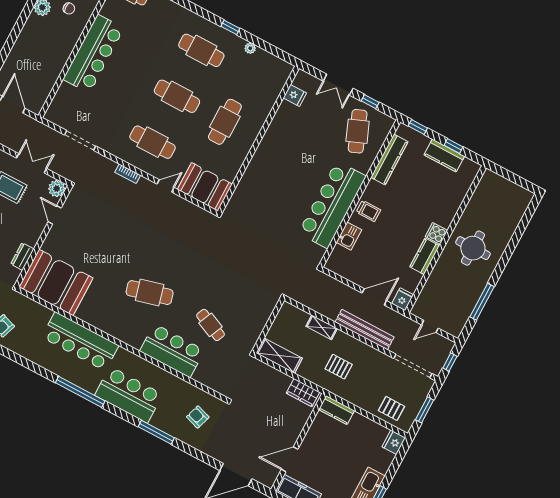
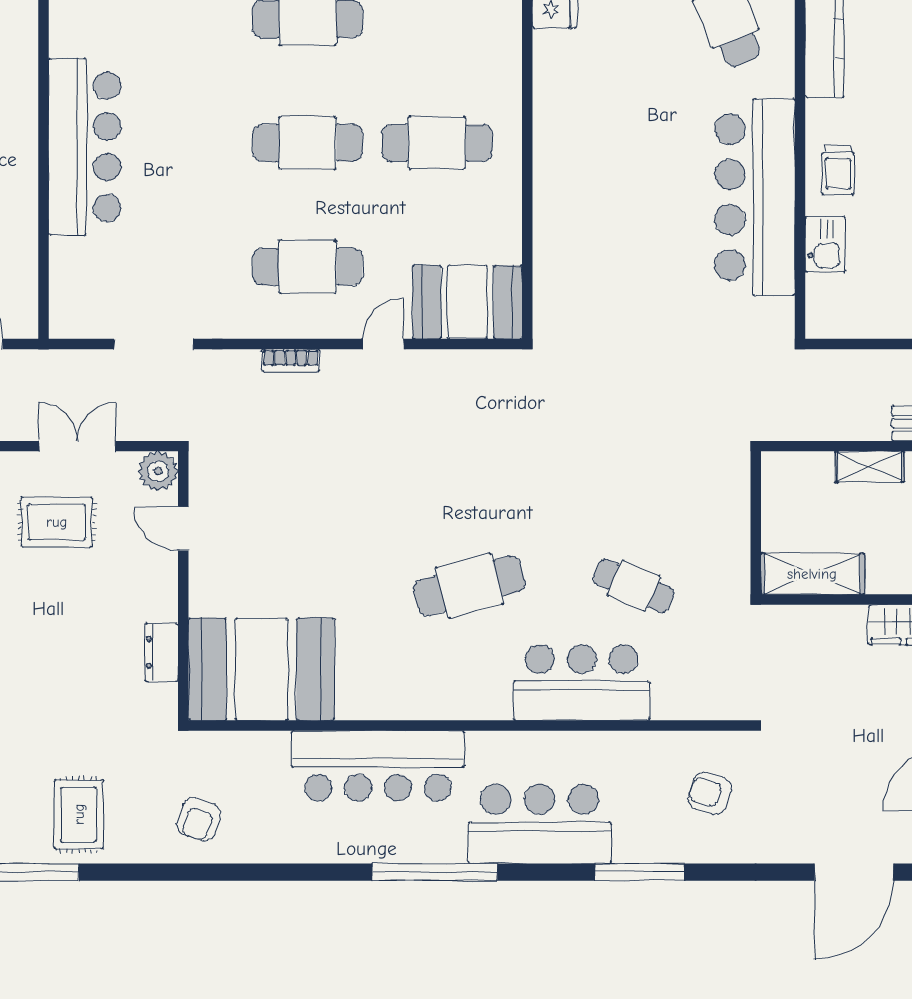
cafe table: (225, 122) -> (437, 143), turned 90
trolley: (368, 211) -> (838, 170), turned 90

